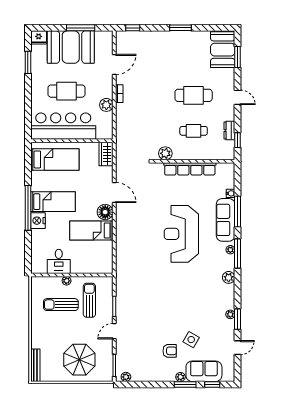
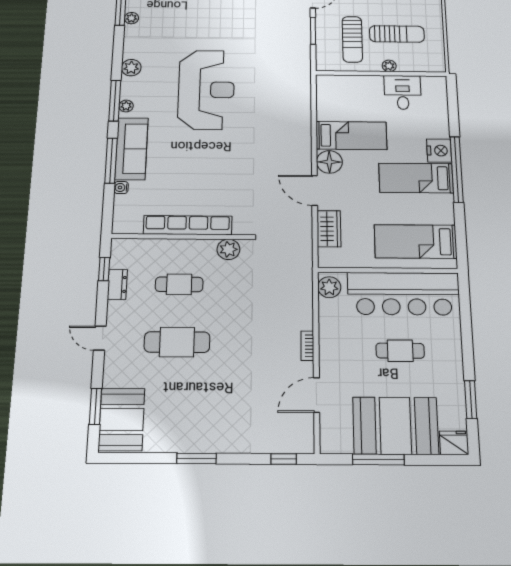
cafe table: (66, 91) -> (400, 351), width x0.73, depth x0.74
plant: (106, 105) -> (329, 287), moved
wardrobe: (106, 154) -> (329, 229), moved
reception desk: (181, 234) -> (206, 90), moved

